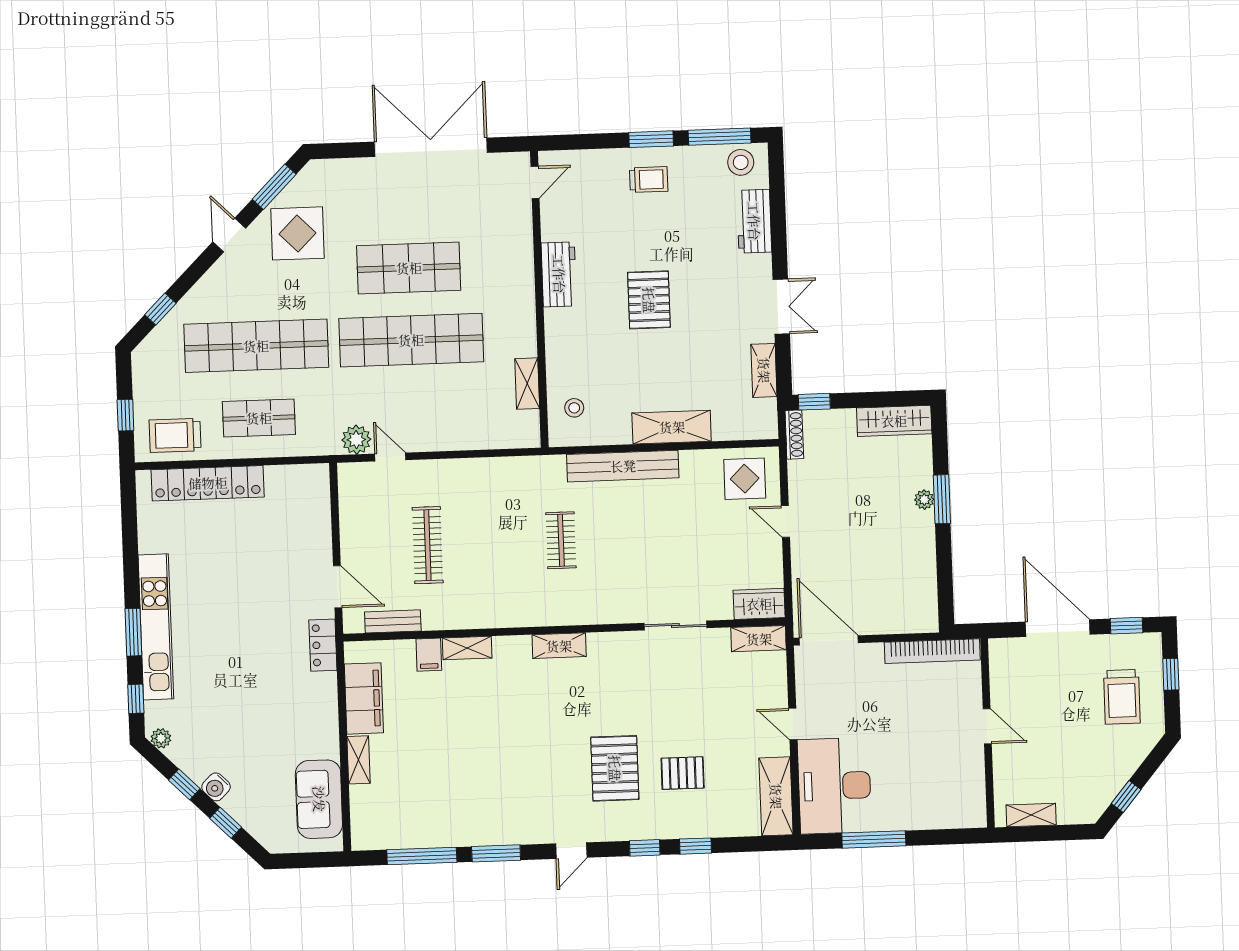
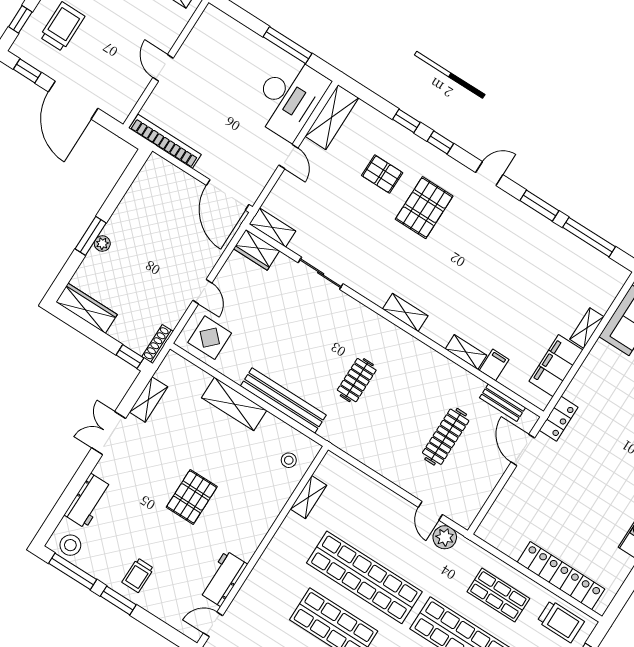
trolley: (649, 180) -> (138, 575), turned -90
workbench: (559, 274) -> (223, 578), moved

